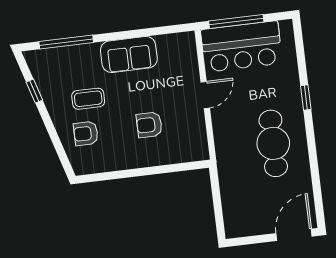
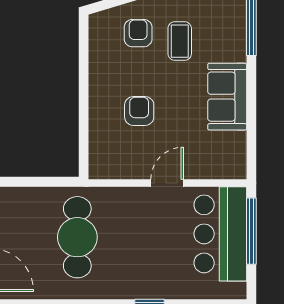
door: (205, 95) -> (167, 183), swing flipped
cafe table: (273, 143) -> (77, 237), moved, turned 90

